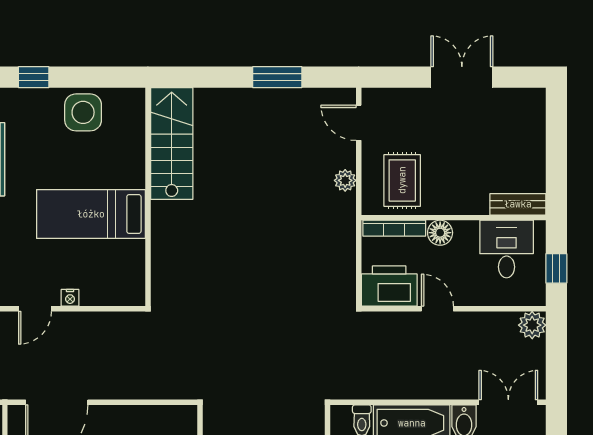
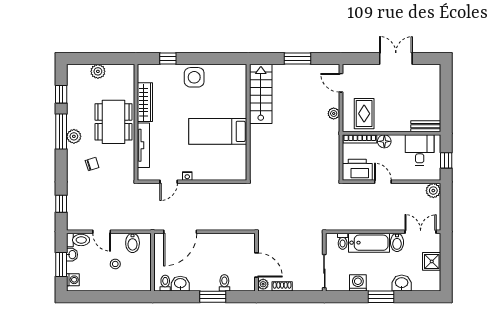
stairs: (172, 143) -> (261, 94), moved
wall: (148, 197) -> (248, 122), moved
bed: (91, 214) -> (218, 131), moved

